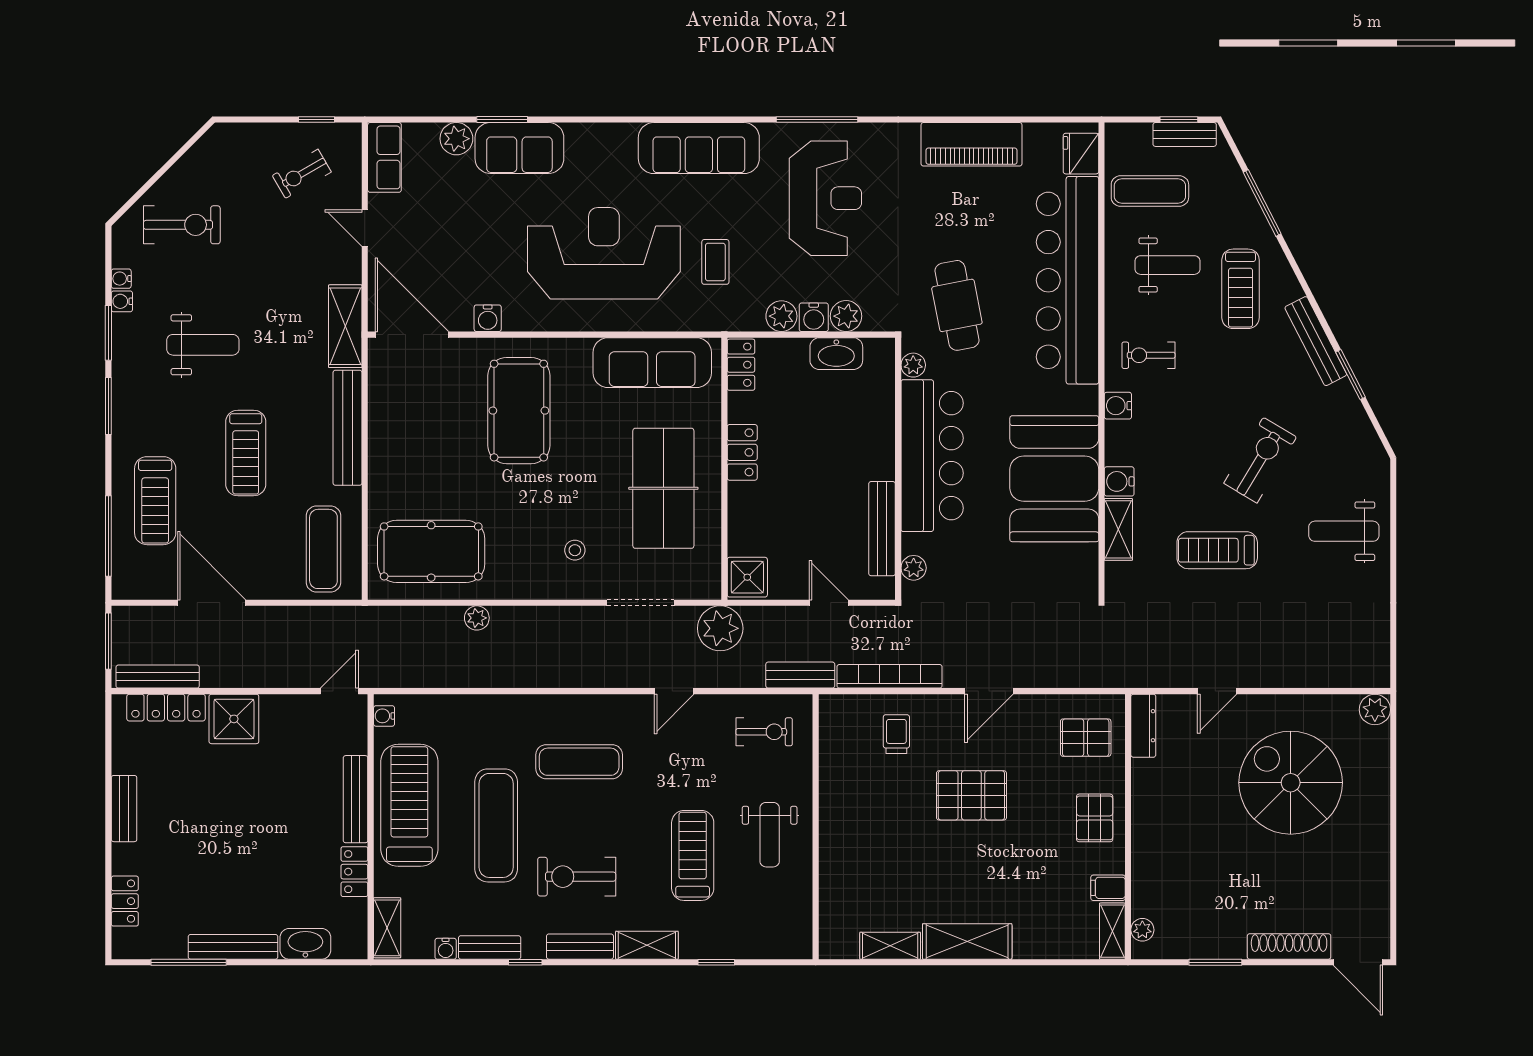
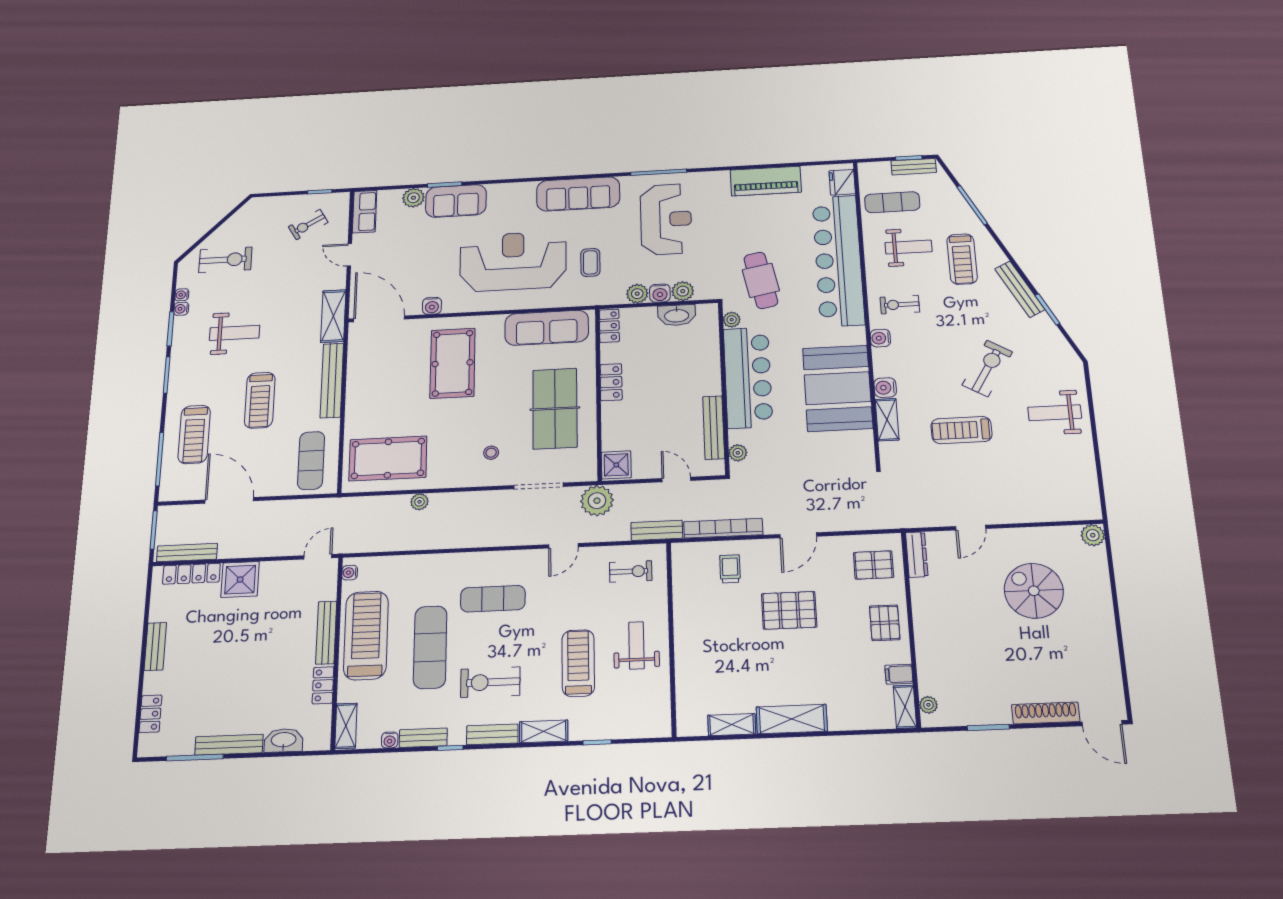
spiral stairs: (1291, 783) -> (1034, 591), width x0.73, depth x0.73
weight bench: (770, 835) -> (636, 645), turned 180

